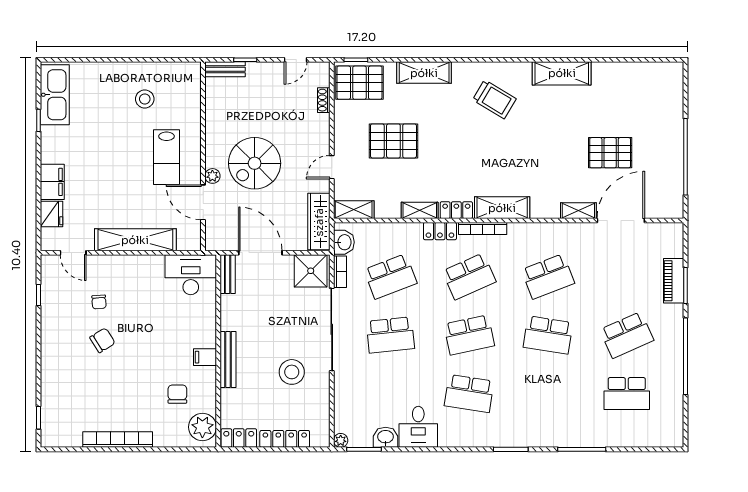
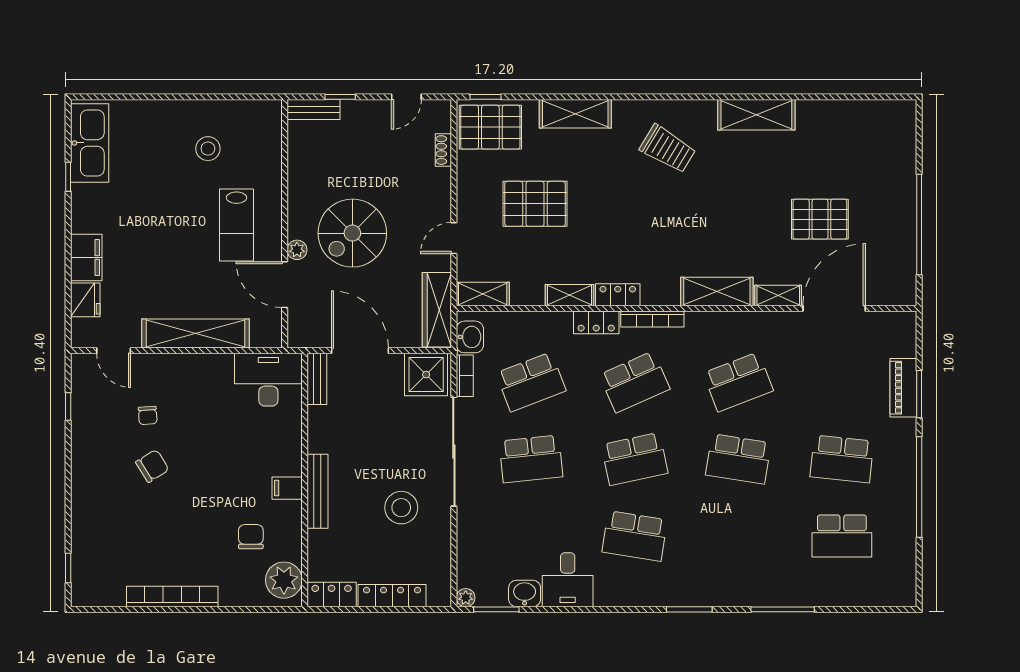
shelving: (502, 208) -> (717, 292), moved
school desk: (627, 335) -> (842, 459), turned 30

